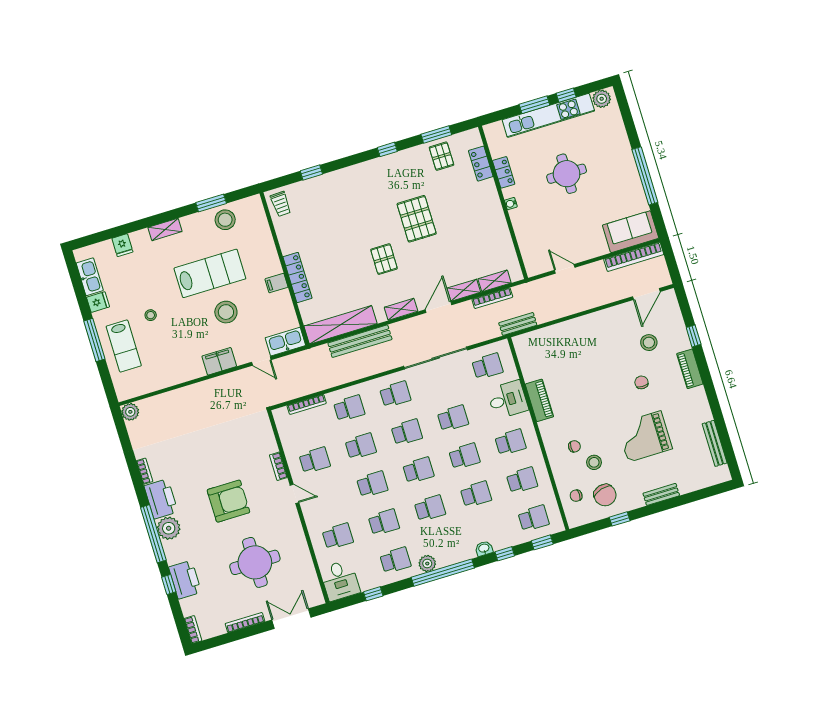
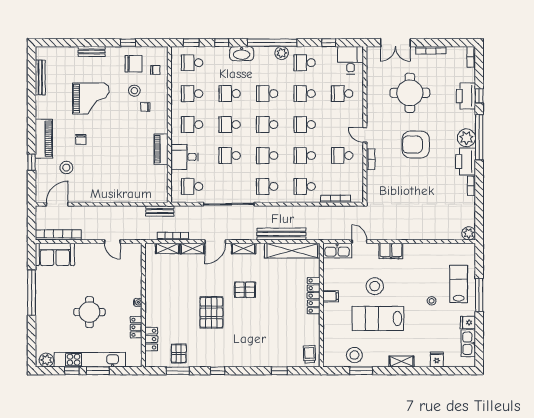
pallet: (384, 259) -> (245, 290), turned 90
piano: (690, 369) -> (44, 139), width x1.37, depth x1.33
chair: (605, 495) -> (134, 64), turned 106
washbasin: (484, 548) -> (242, 54), width x1.91, depth x1.45

